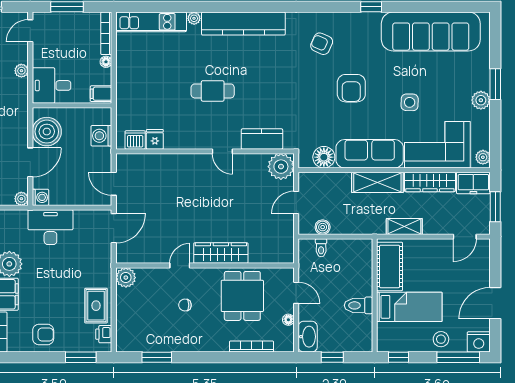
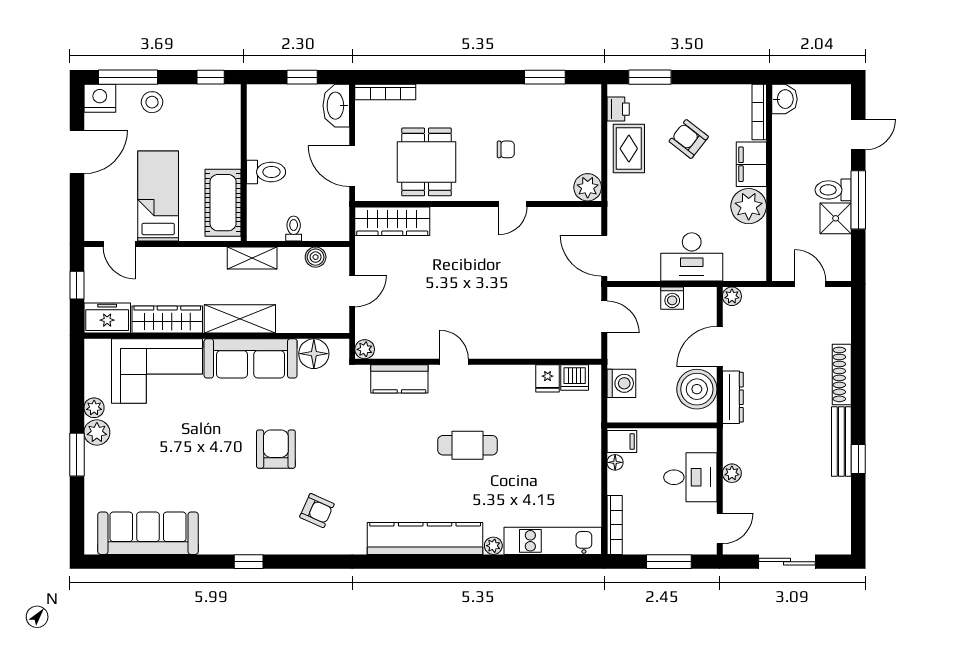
sofa: (431, 31) -> (148, 533), width x0.74, depth x0.79
floor lamp: (106, 62) -> (615, 462), moved
desk: (51, 85) -> (690, 477), moved
side table: (410, 102) -> (195, 430), removed
dresser: (21, 126) -> (733, 397), added
plant: (483, 157) -> (94, 408), moved
plant: (281, 167) -> (365, 349), width x0.53, depth x0.53
washing machine: (40, 197) -> (672, 298), moved, turned -90
window: (495, 207) -> (77, 285), width x0.67
shelving: (404, 226) -> (252, 258), moved
door: (114, 228) -> (604, 256), hinge flipped
door: (465, 237) -> (119, 244), swing flipped
toilet: (321, 248) -> (294, 229), moved
wardrobe: (221, 253) -> (392, 221), moved
door: (296, 293) -> (352, 166), width x1.38
toilet: (358, 305) -> (266, 172), moved
bed: (409, 307) -> (158, 196), moved, turned 90
floor lamp: (288, 320) -> (363, 129), removed
armchair: (43, 334) -> (689, 139), moved, turned 38
bookcase: (251, 346) -> (385, 92), moved

